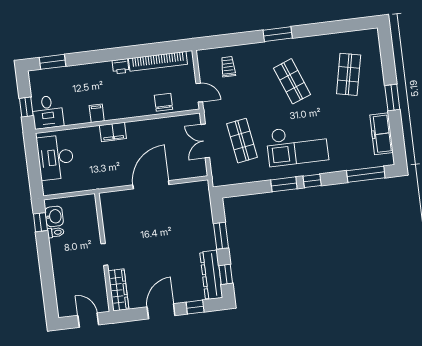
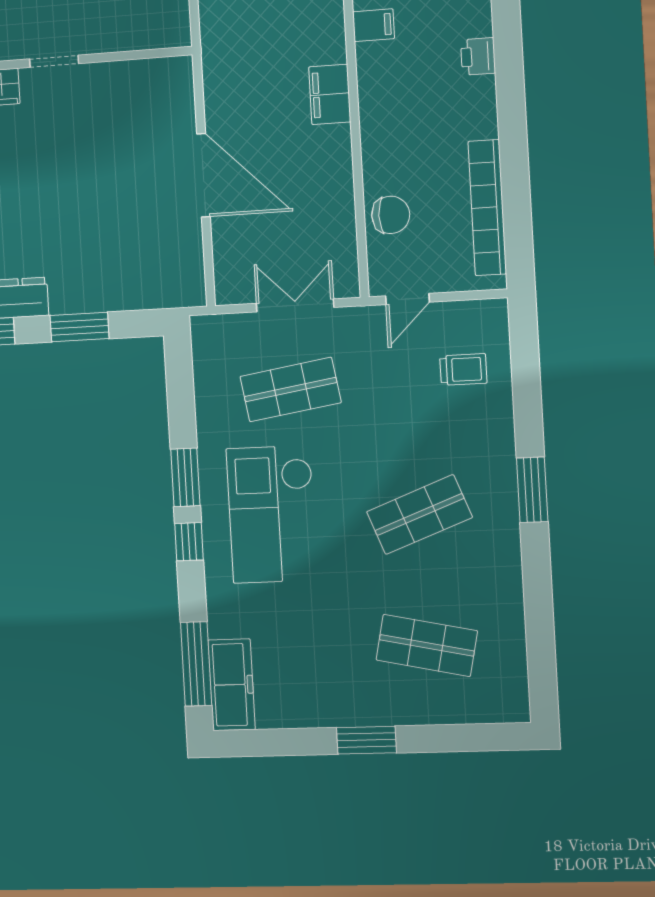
printer: (121, 66) -> (478, 56), moved
filing cabinet: (97, 113) -> (374, 25), moved
freezer: (382, 134) -> (231, 685), moved, turned 90

